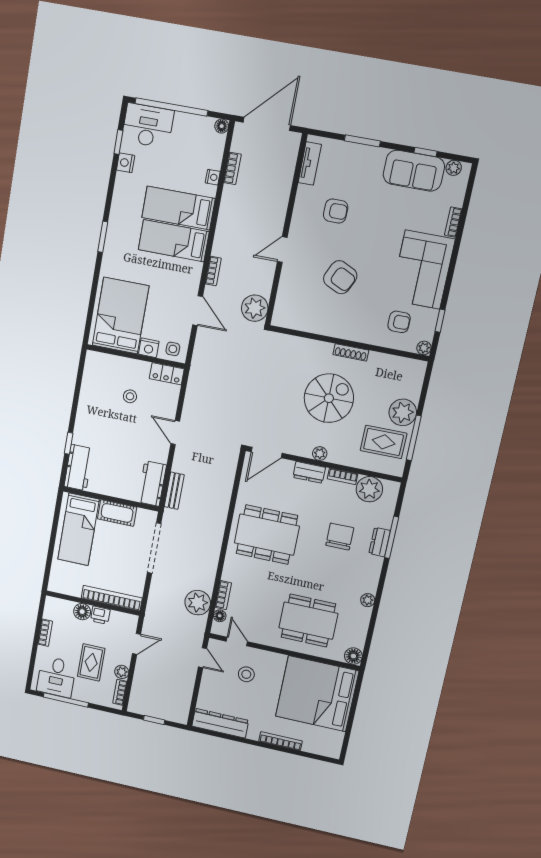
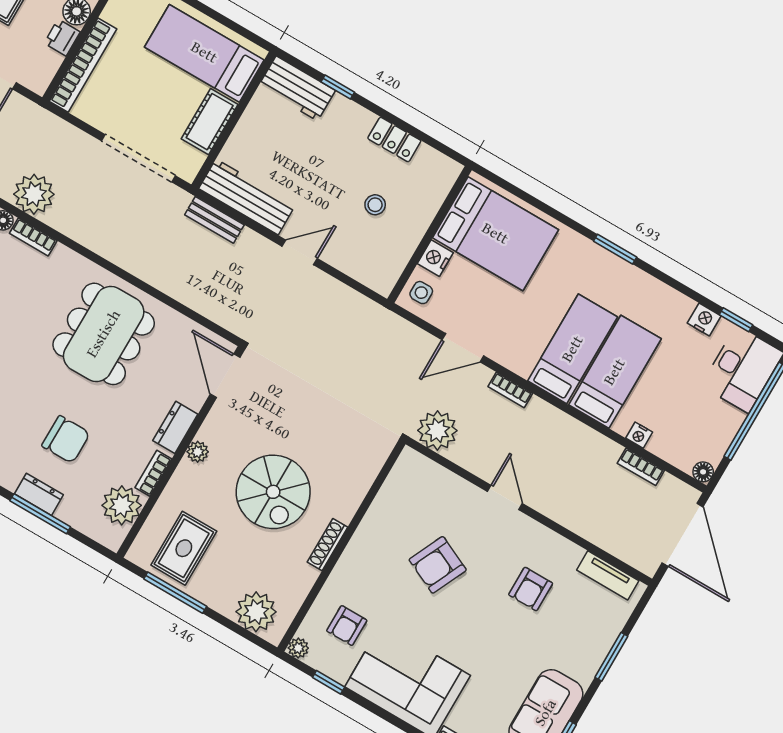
locker: (167, 374) -> (394, 140), moved, turned -90
plant: (403, 412) -> (256, 612), moved
workbench: (152, 484) -> (247, 197), width x1.37

